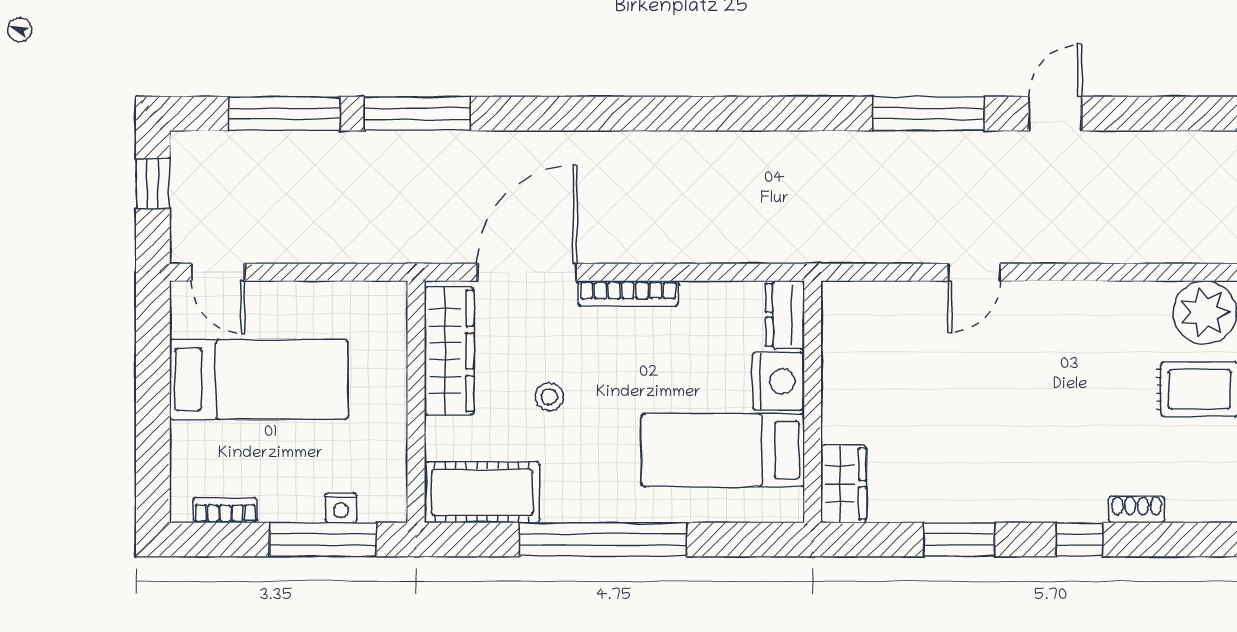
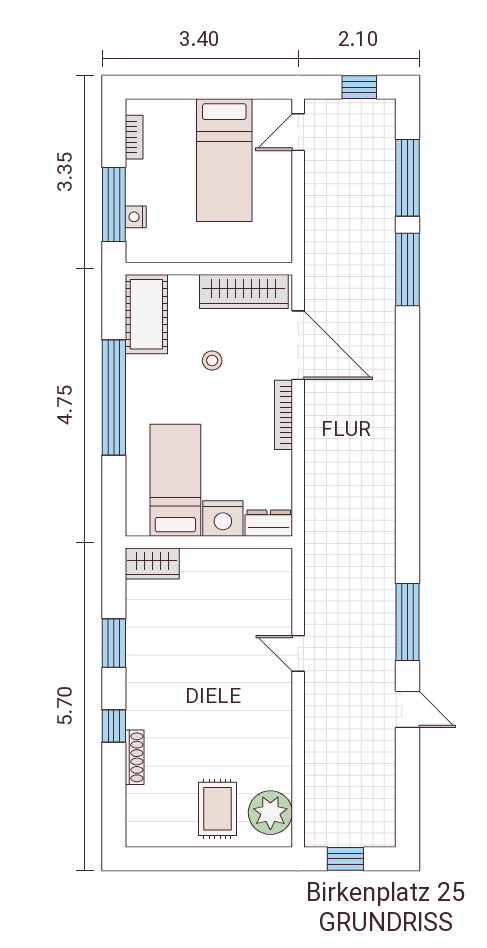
shoe rack: (1137, 509) -> (135, 757), width x1.43

